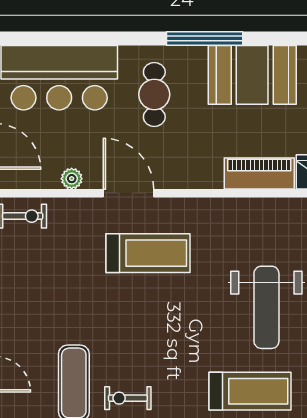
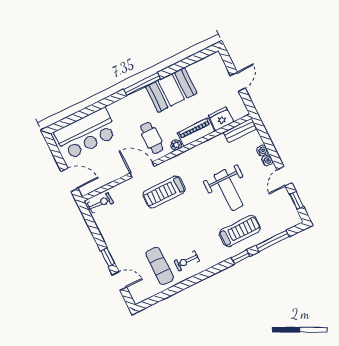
cafe table: (154, 94) -> (152, 138), moved
plant: (72, 179) -> (176, 145), moved
treadmill: (148, 253) -> (164, 192), turned 180

